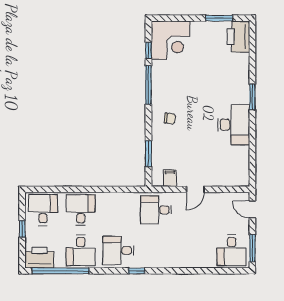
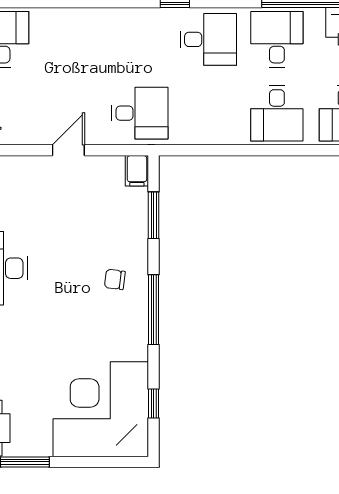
corner desk: (171, 40) -> (101, 409), width x1.36, depth x1.36
window: (148, 85) -> (154, 310), moved
filing cabinet: (170, 178) -> (137, 171), moved

